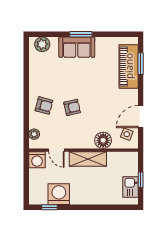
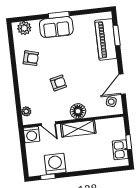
armchair: (44, 106) -> (31, 58), moved
floor lamp: (103, 140) -> (78, 111), moved

